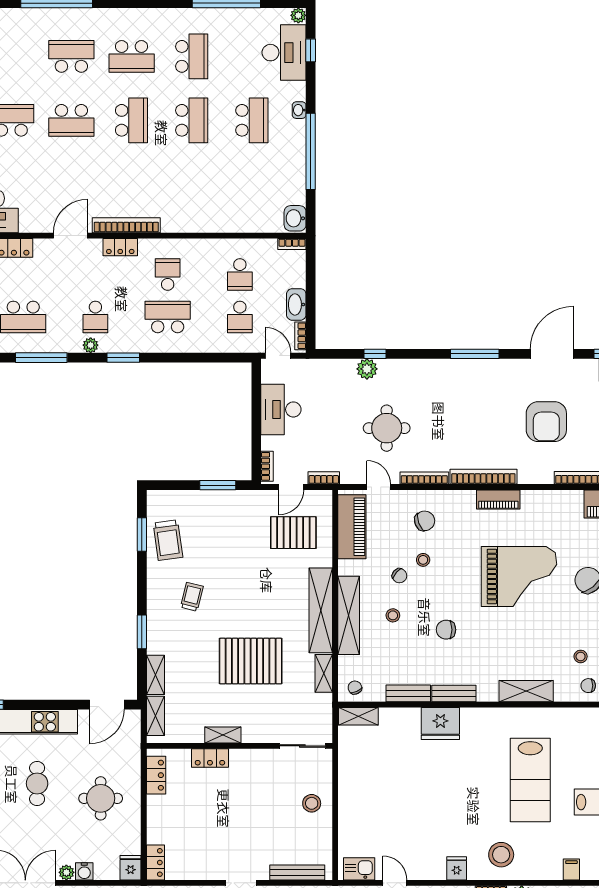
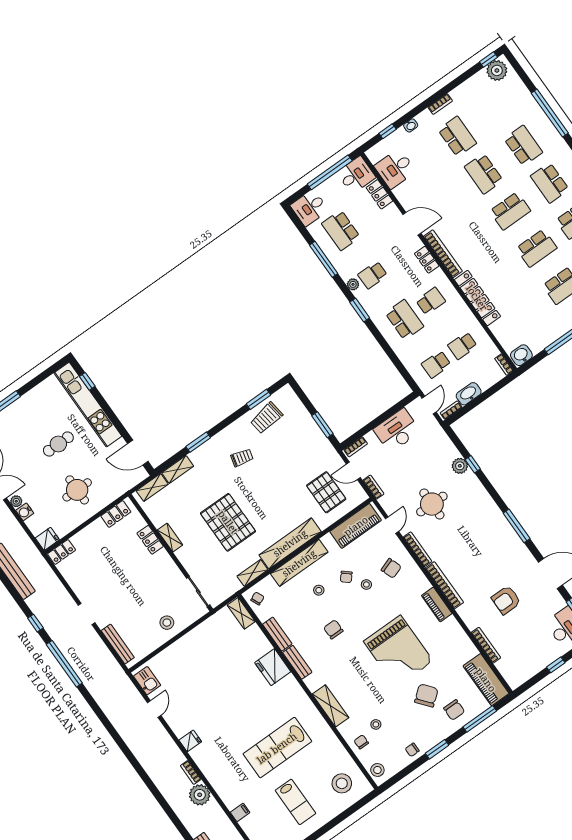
locker: (200, 222) -> (477, 298), added
armchair: (546, 422) -> (506, 600), width x0.73, depth x0.73
stool: (501, 855) -> (218, 762), removed

